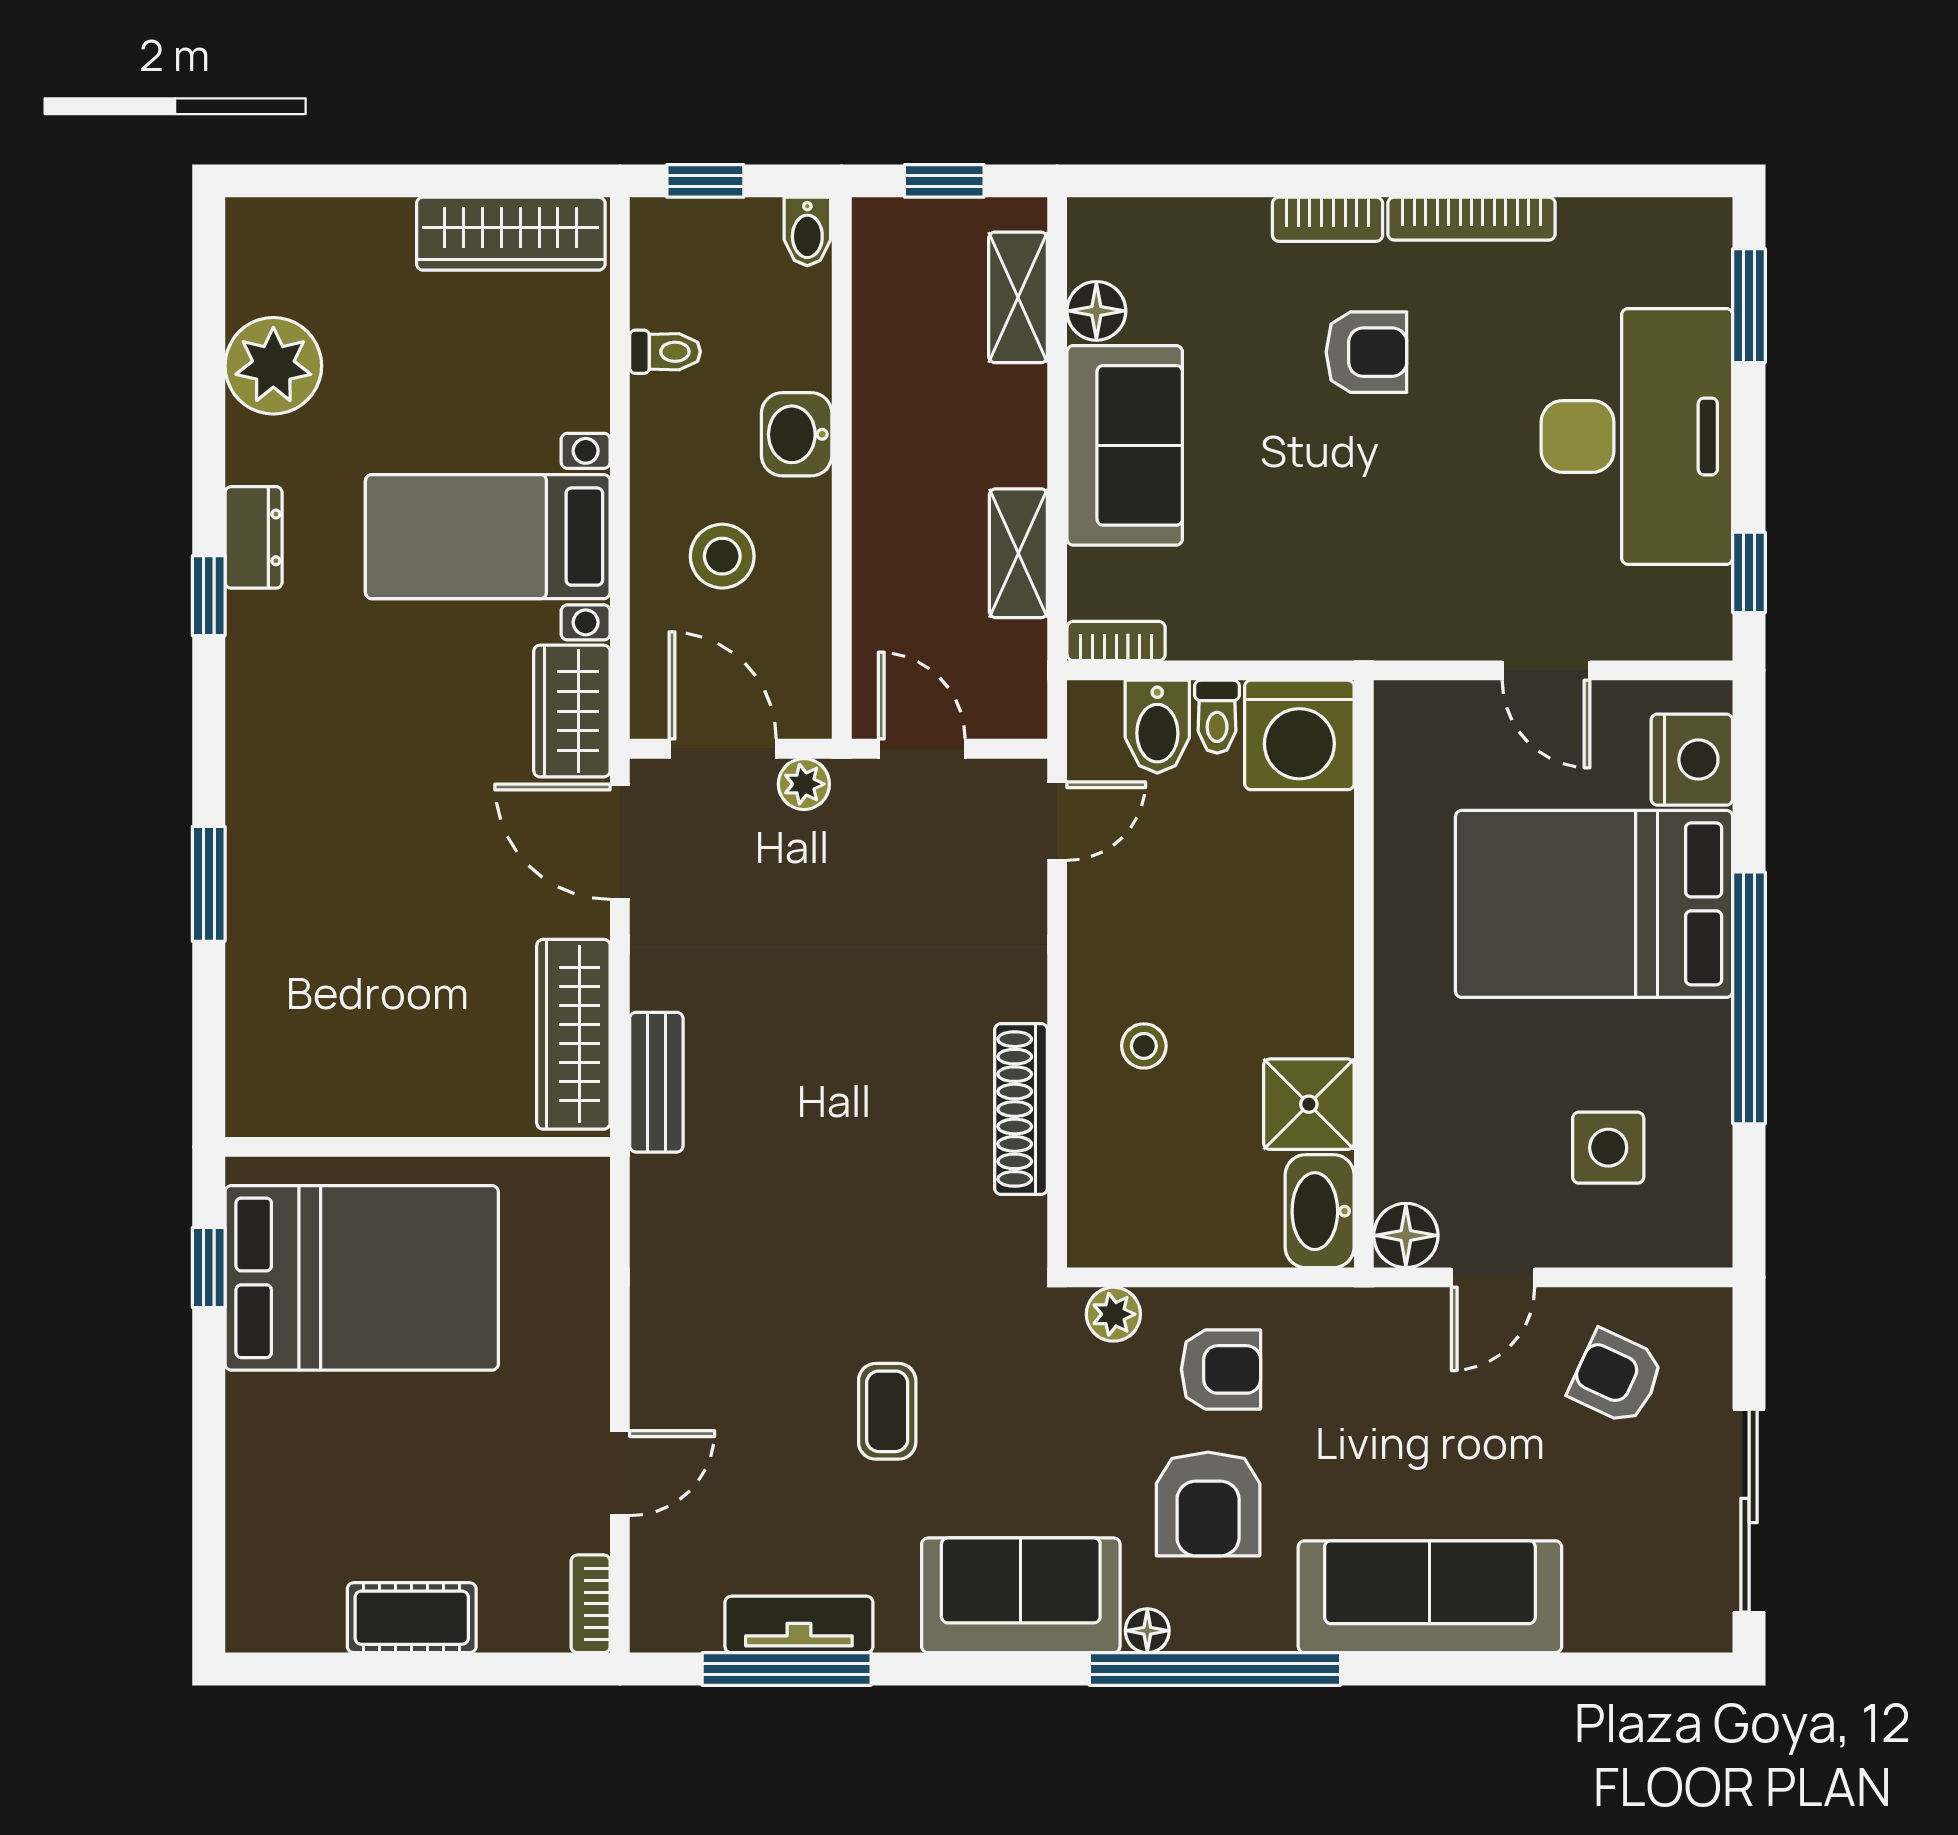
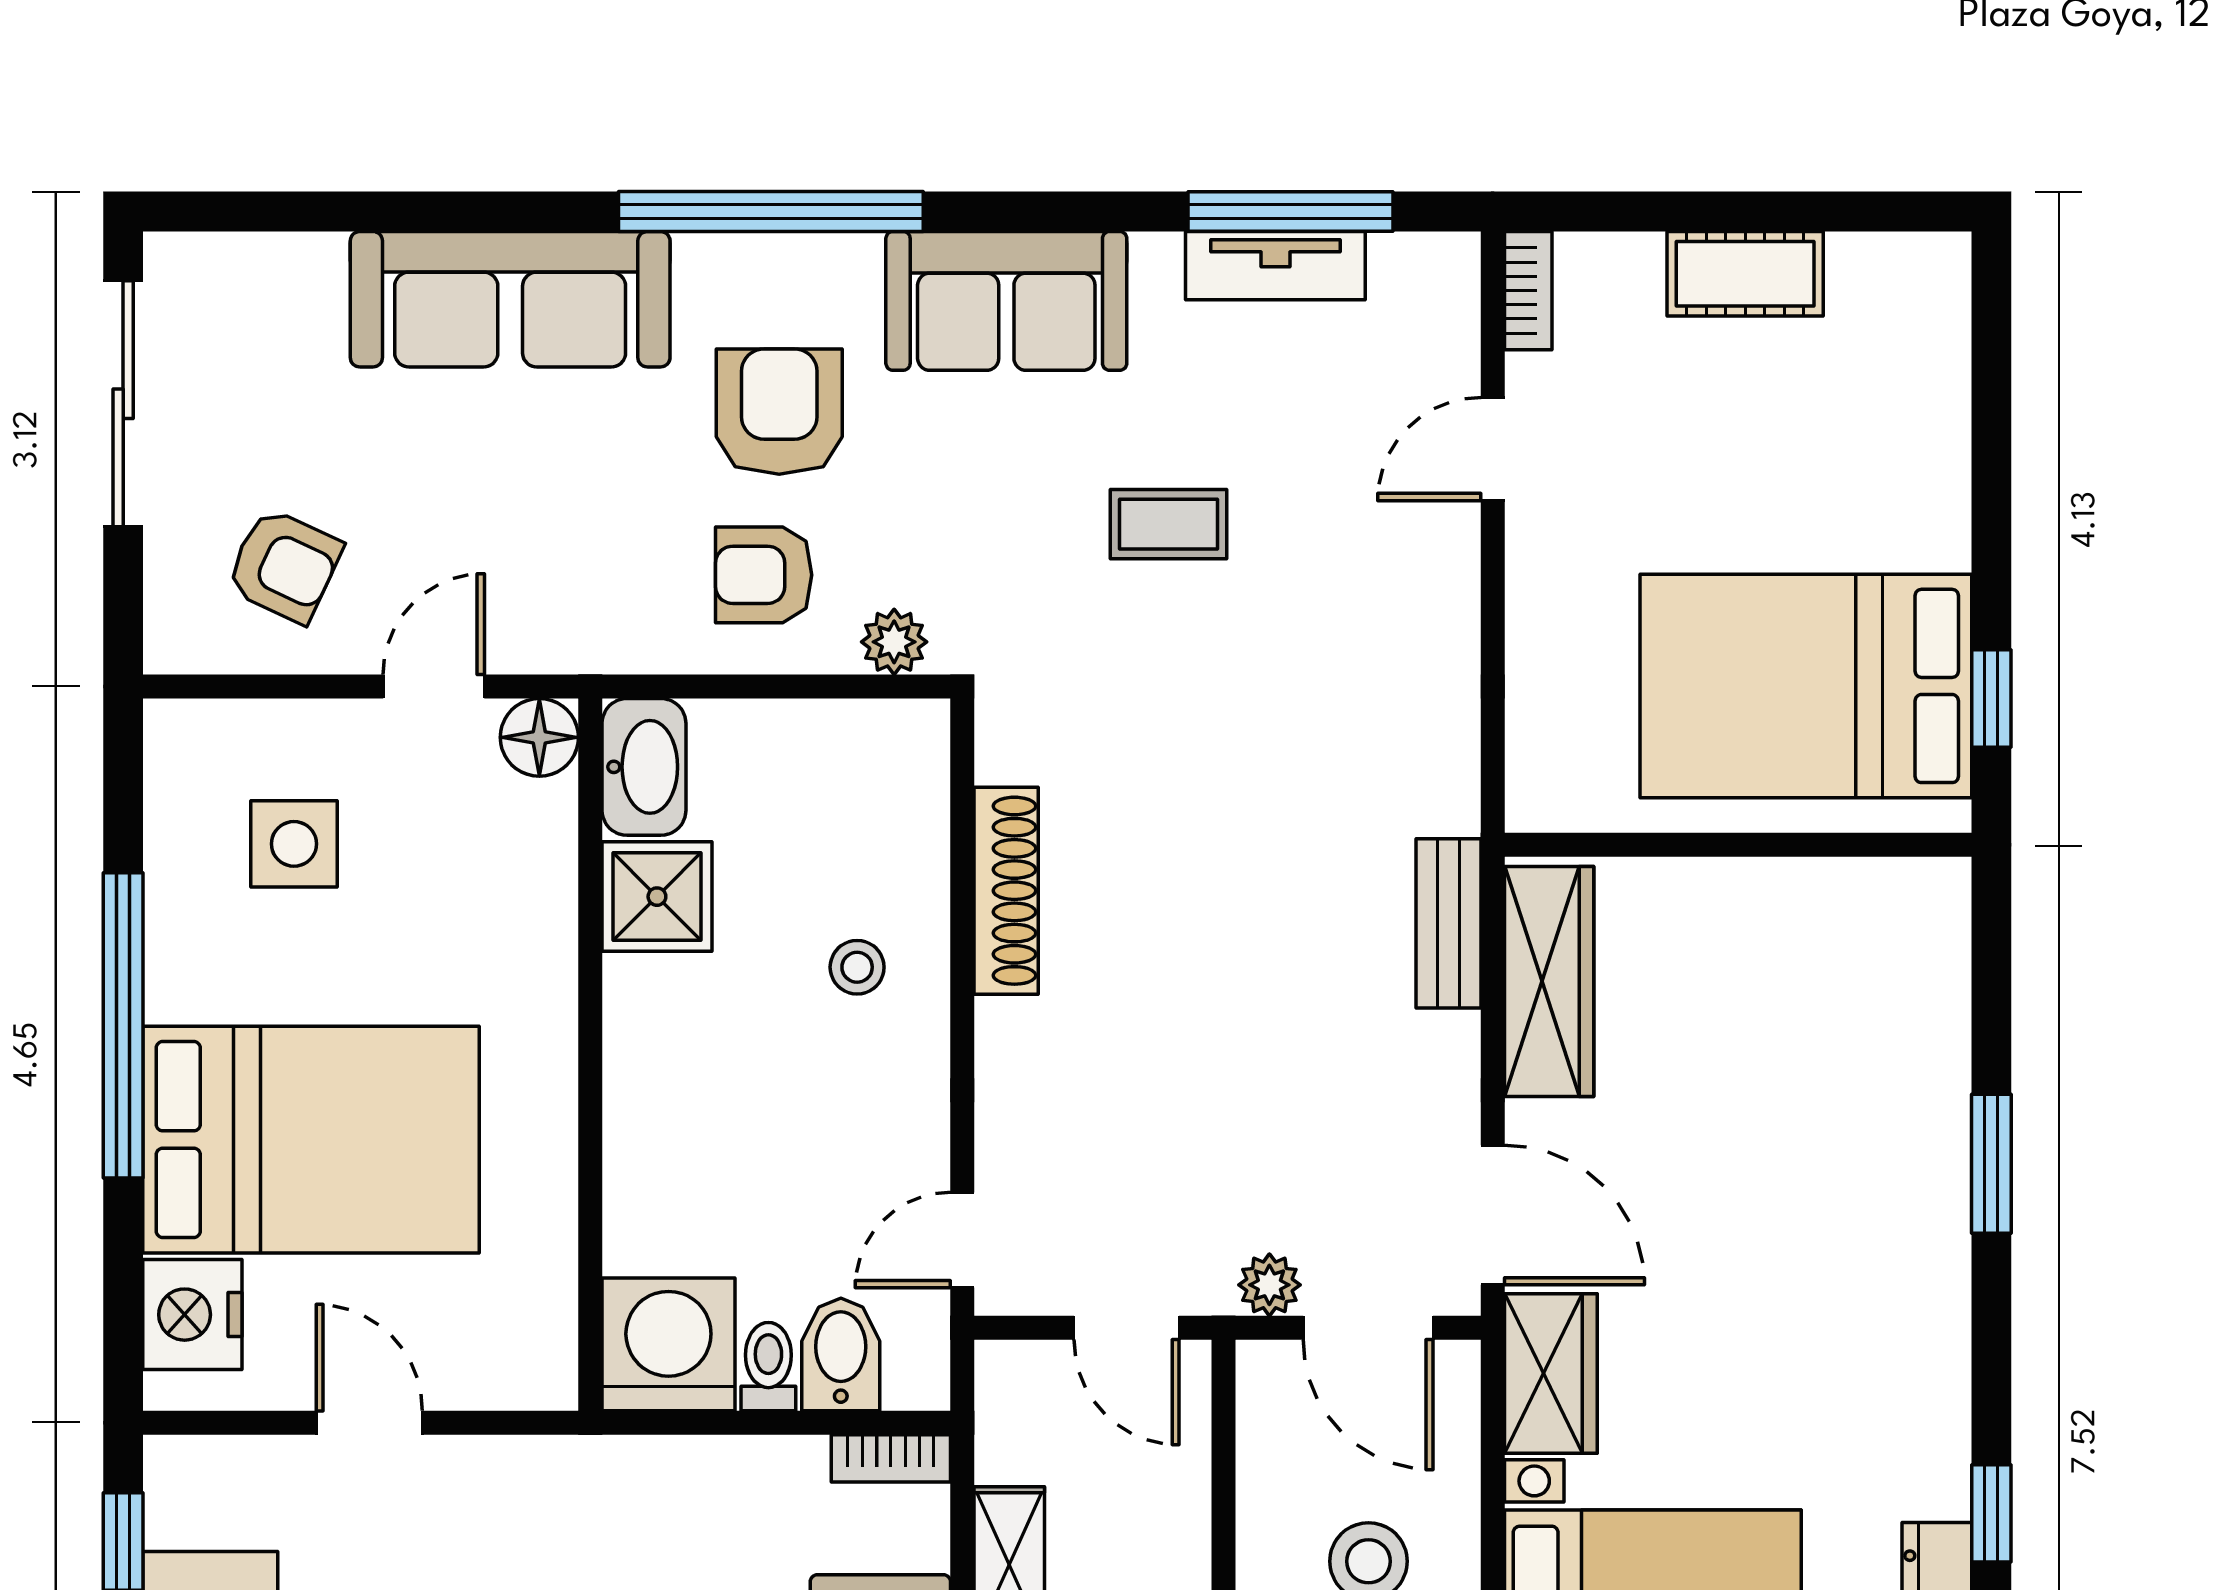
coffee table: (887, 1411) -> (1168, 524), turned 90
floor lamp: (1147, 1631) -> (853, 258), removed

